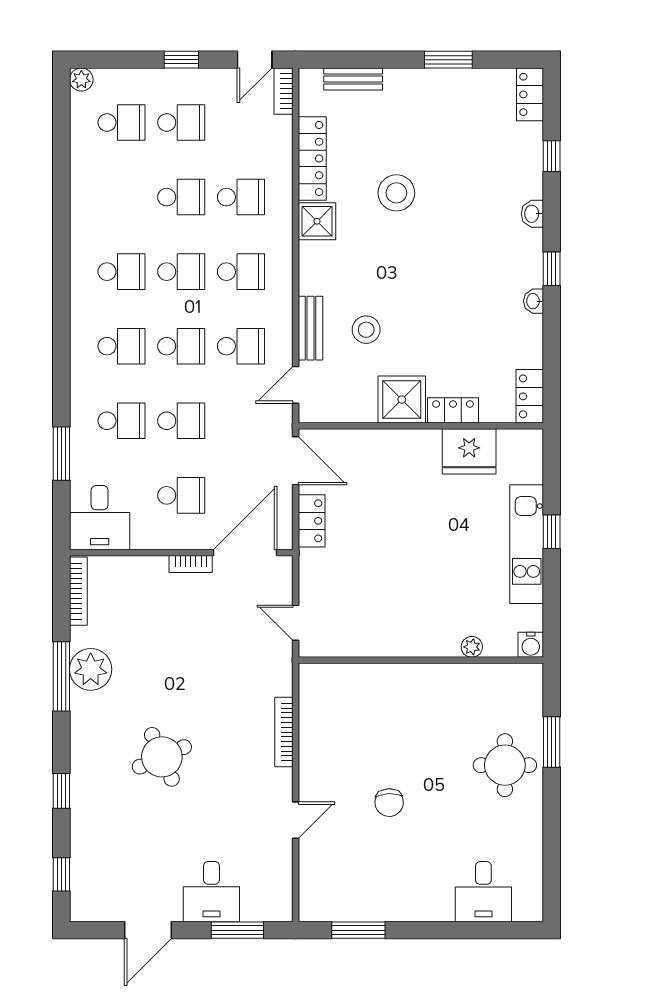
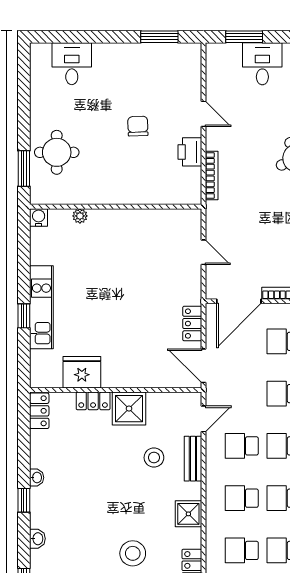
shower: (317, 221) -> (188, 514), moved
water cooler: (531, 645) -> (39, 217), moved
plant: (472, 647) -> (80, 216), moved
wall: (421, 660) -> (116, 207), moved
printer: (315, 766) -> (190, 152), added
door: (296, 820) -> (203, 114), swing flipped

